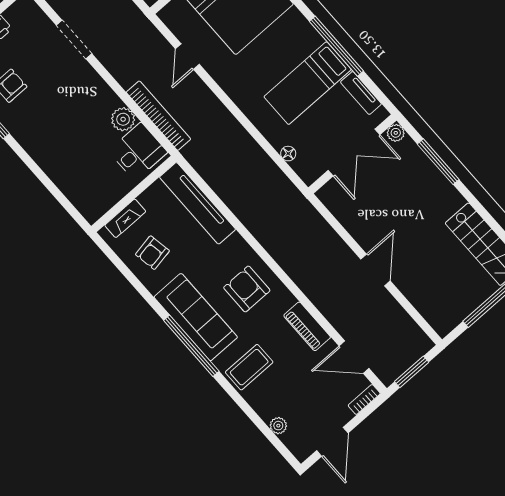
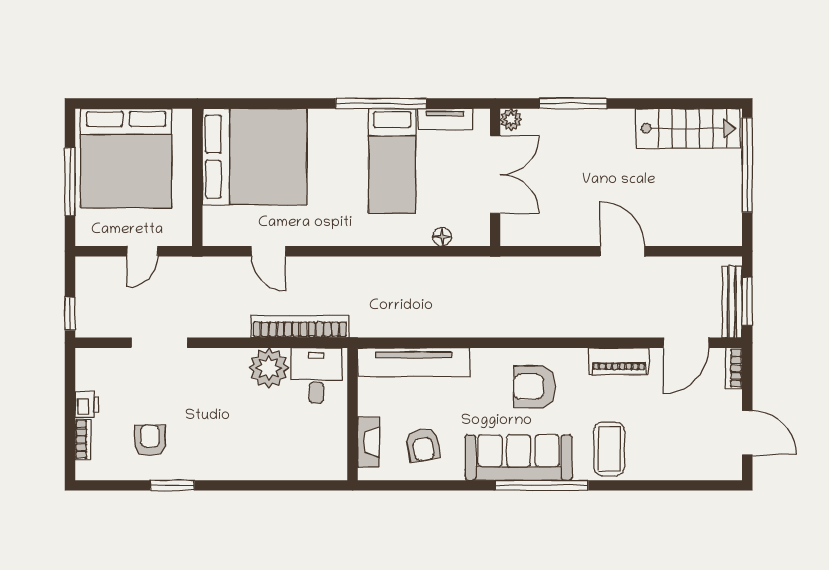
plant: (123, 119) -> (269, 368), width x1.36, depth x1.36
bench: (403, 363) -> (732, 302), added
plant: (278, 426) -> (688, 470), removed

